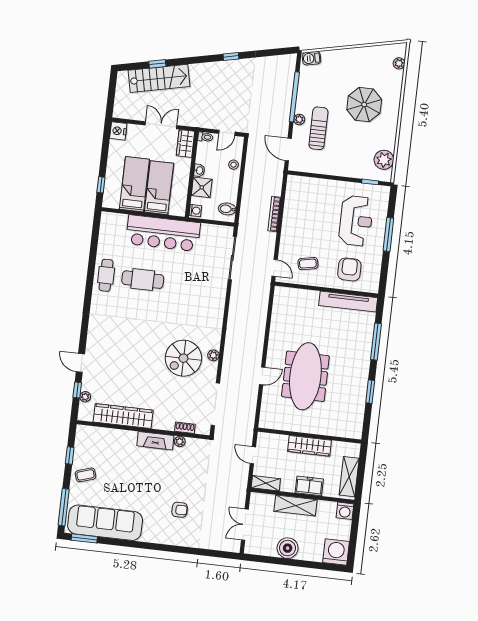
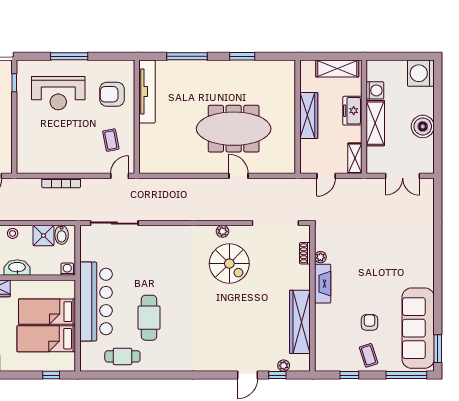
washbasin: (199, 170) -> (17, 268), width x1.91, depth x1.45
shower: (202, 187) -> (43, 236), moved
reception desk: (356, 221) -> (58, 93), turned 180
cafe table: (106, 275) -> (122, 356), moved
armchair: (180, 510) -> (369, 322), moved
washing machine: (345, 511) -> (375, 90), moved

